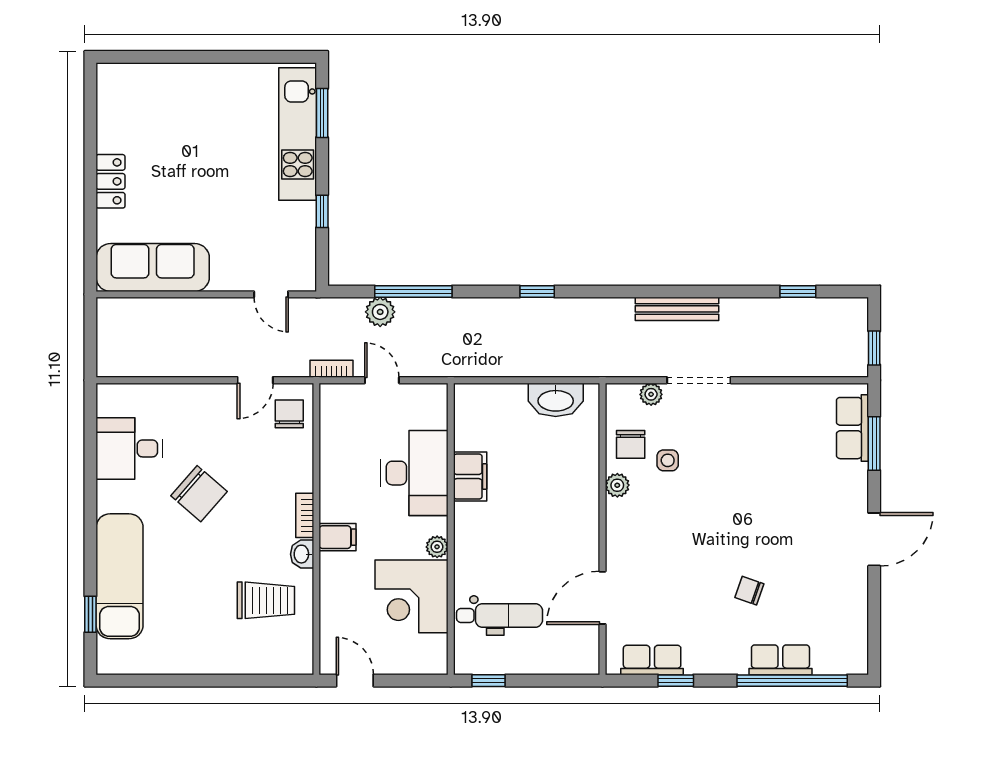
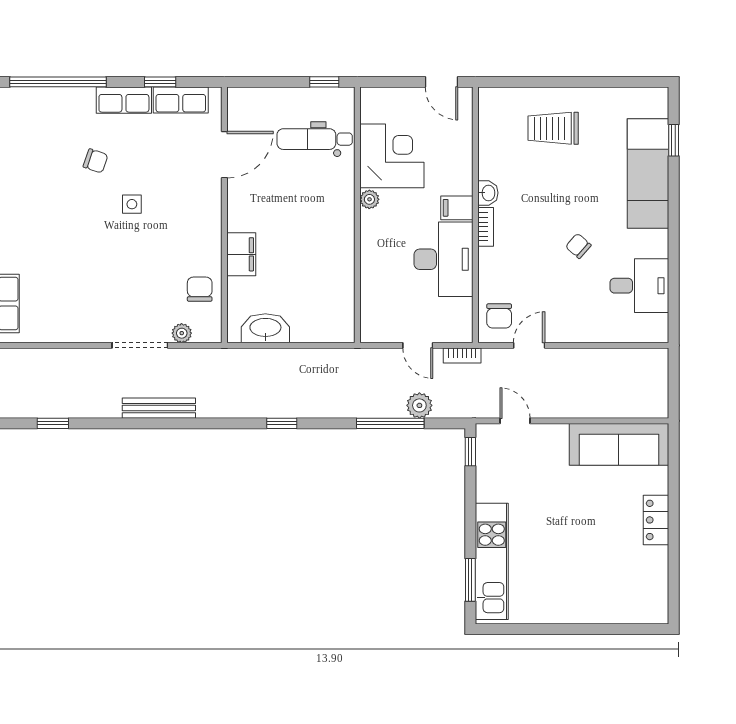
window: (322, 211) -> (470, 452), moved
side table: (668, 460) -> (132, 204), moved
desk: (414, 473) -> (443, 259), moved, turned 180
filing cabinet: (470, 477) -> (241, 254), moved, turned 180
plant: (617, 485) -> (211, 253), removed
chair: (199, 494) -> (578, 246), width x0.54, depth x0.54
trolley: (266, 600) -> (553, 128), moved
row of seats: (780, 660) -> (124, 100), moved

